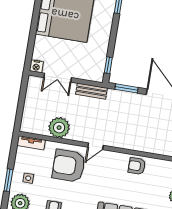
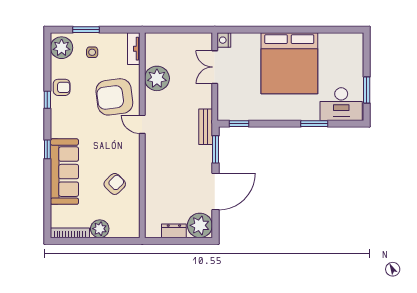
bench: (91, 91) -> (206, 127), moved
armchair: (69, 166) -> (114, 97), turned -97
armchair: (137, 166) -> (115, 184), moved, turned 45

